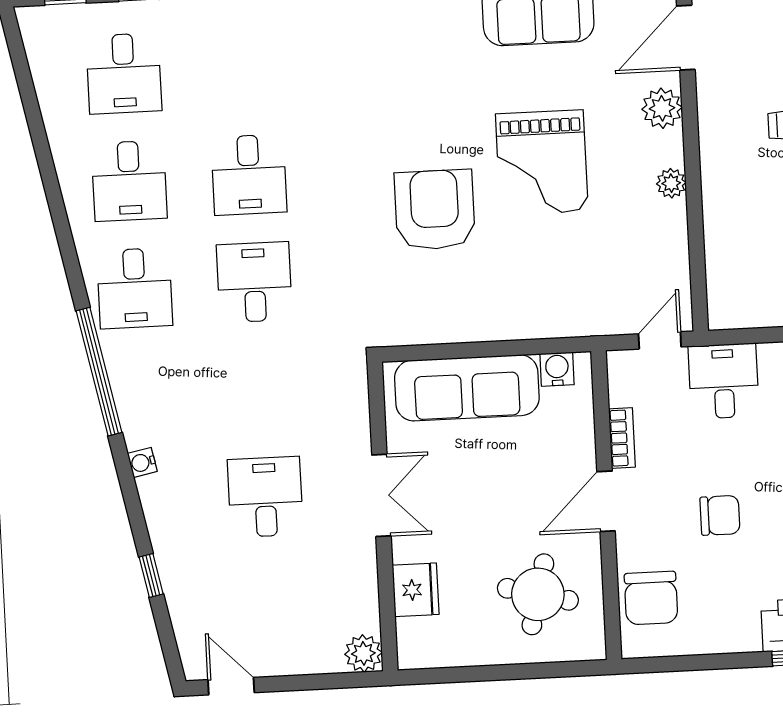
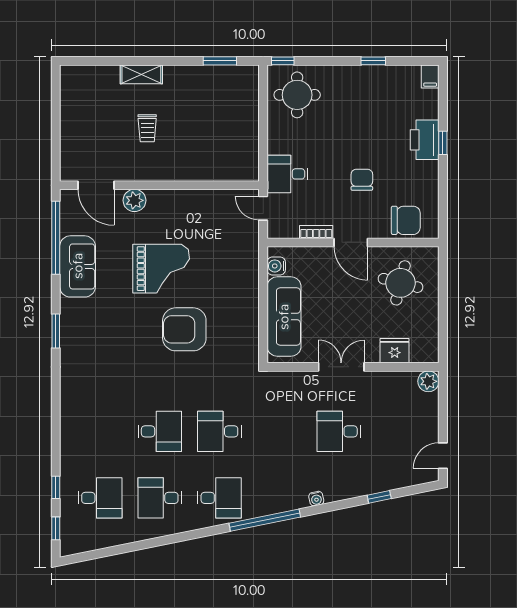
desk: (129, 181) -> (160, 498), turned 180
plant: (671, 183) -> (176, 197), removed

